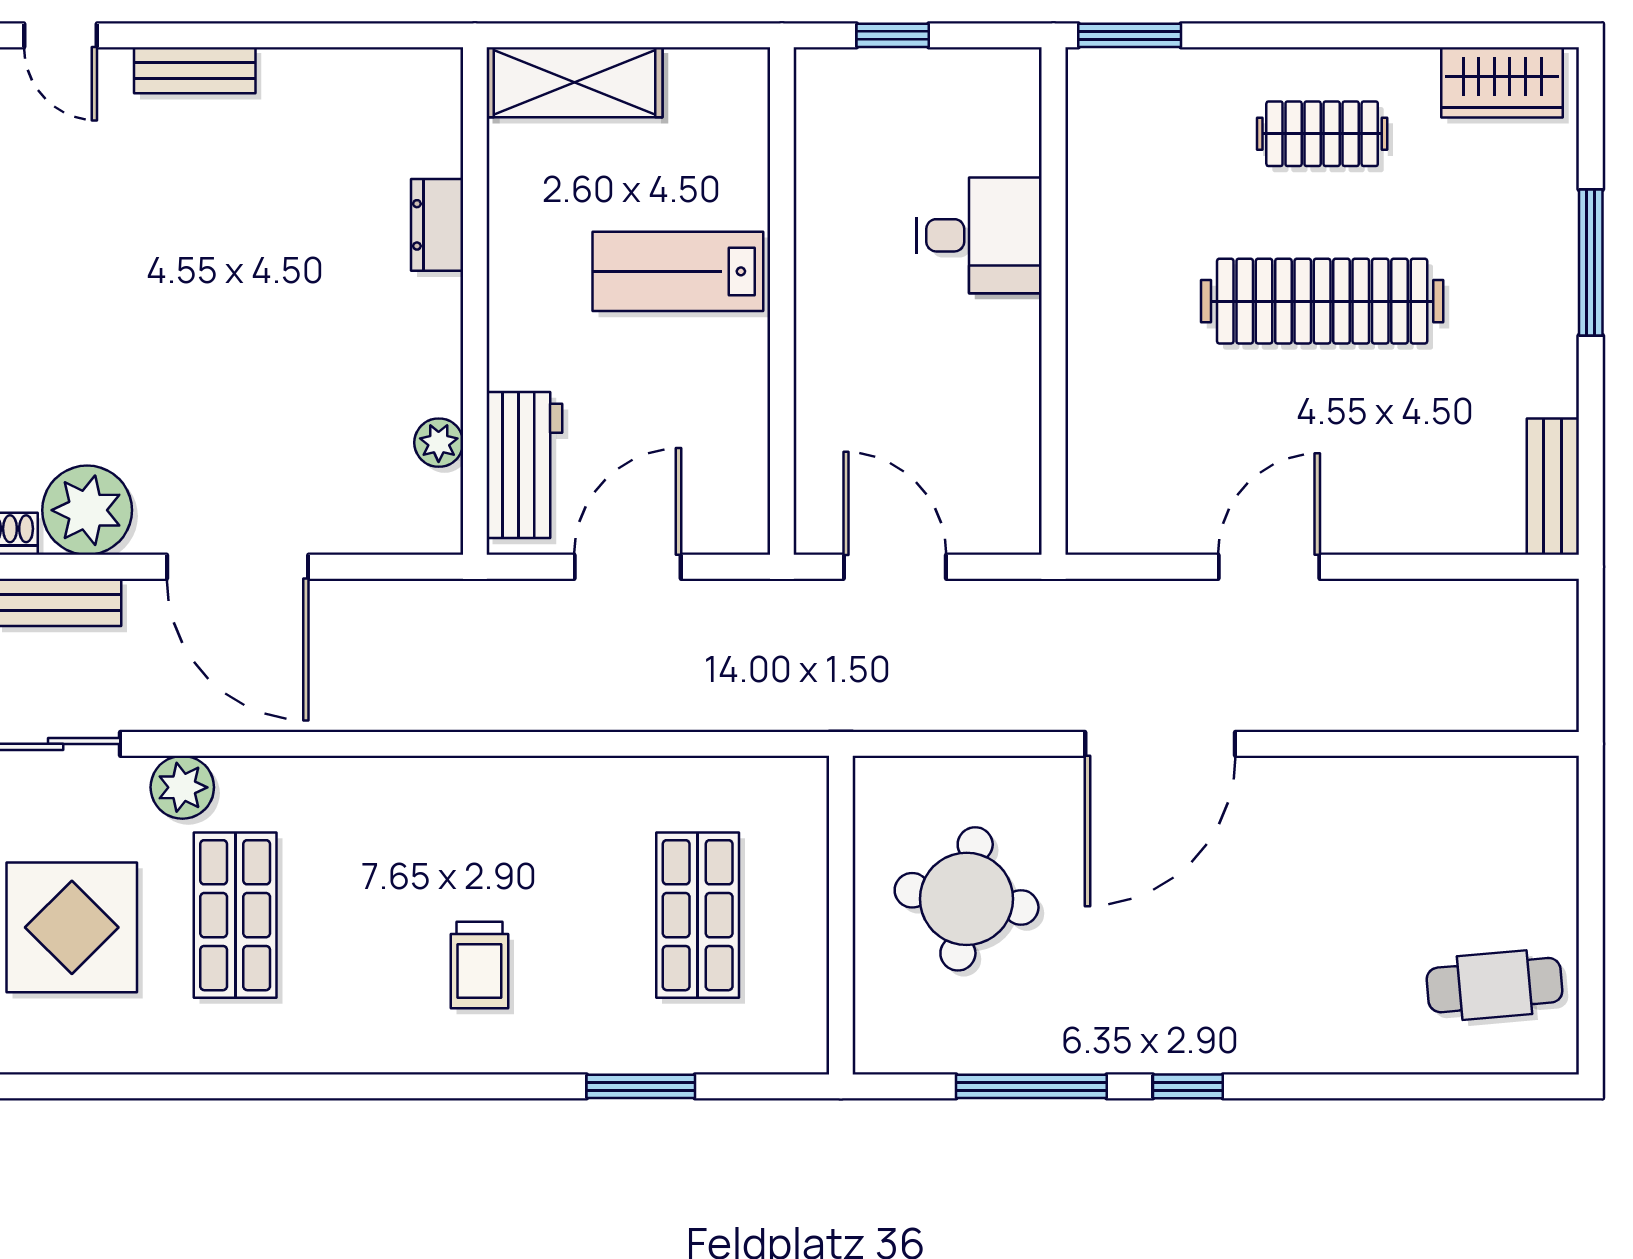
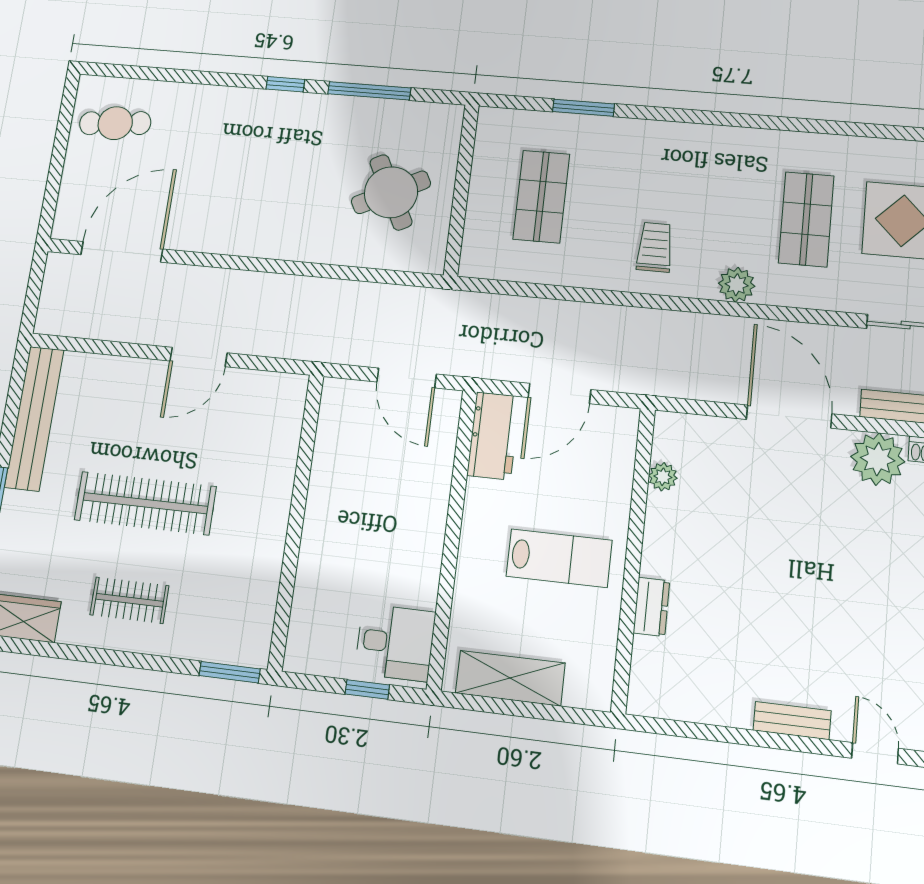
shelving: (574, 82) -> (510, 678), moved
desk: (979, 235) -> (395, 643), moved, turned 180
lab bench: (678, 271) -> (559, 558), moved
workbench: (524, 465) -> (493, 436), moved, turned 180
bench: (1553, 487) -> (34, 418), width x1.86, depth x1.21
door: (1160, 744) -> (122, 252), moved
plant: (182, 787) -> (737, 285), moved
round table: (967, 899) -> (391, 192), turned -36
trolley: (479, 965) -> (655, 247), moved

